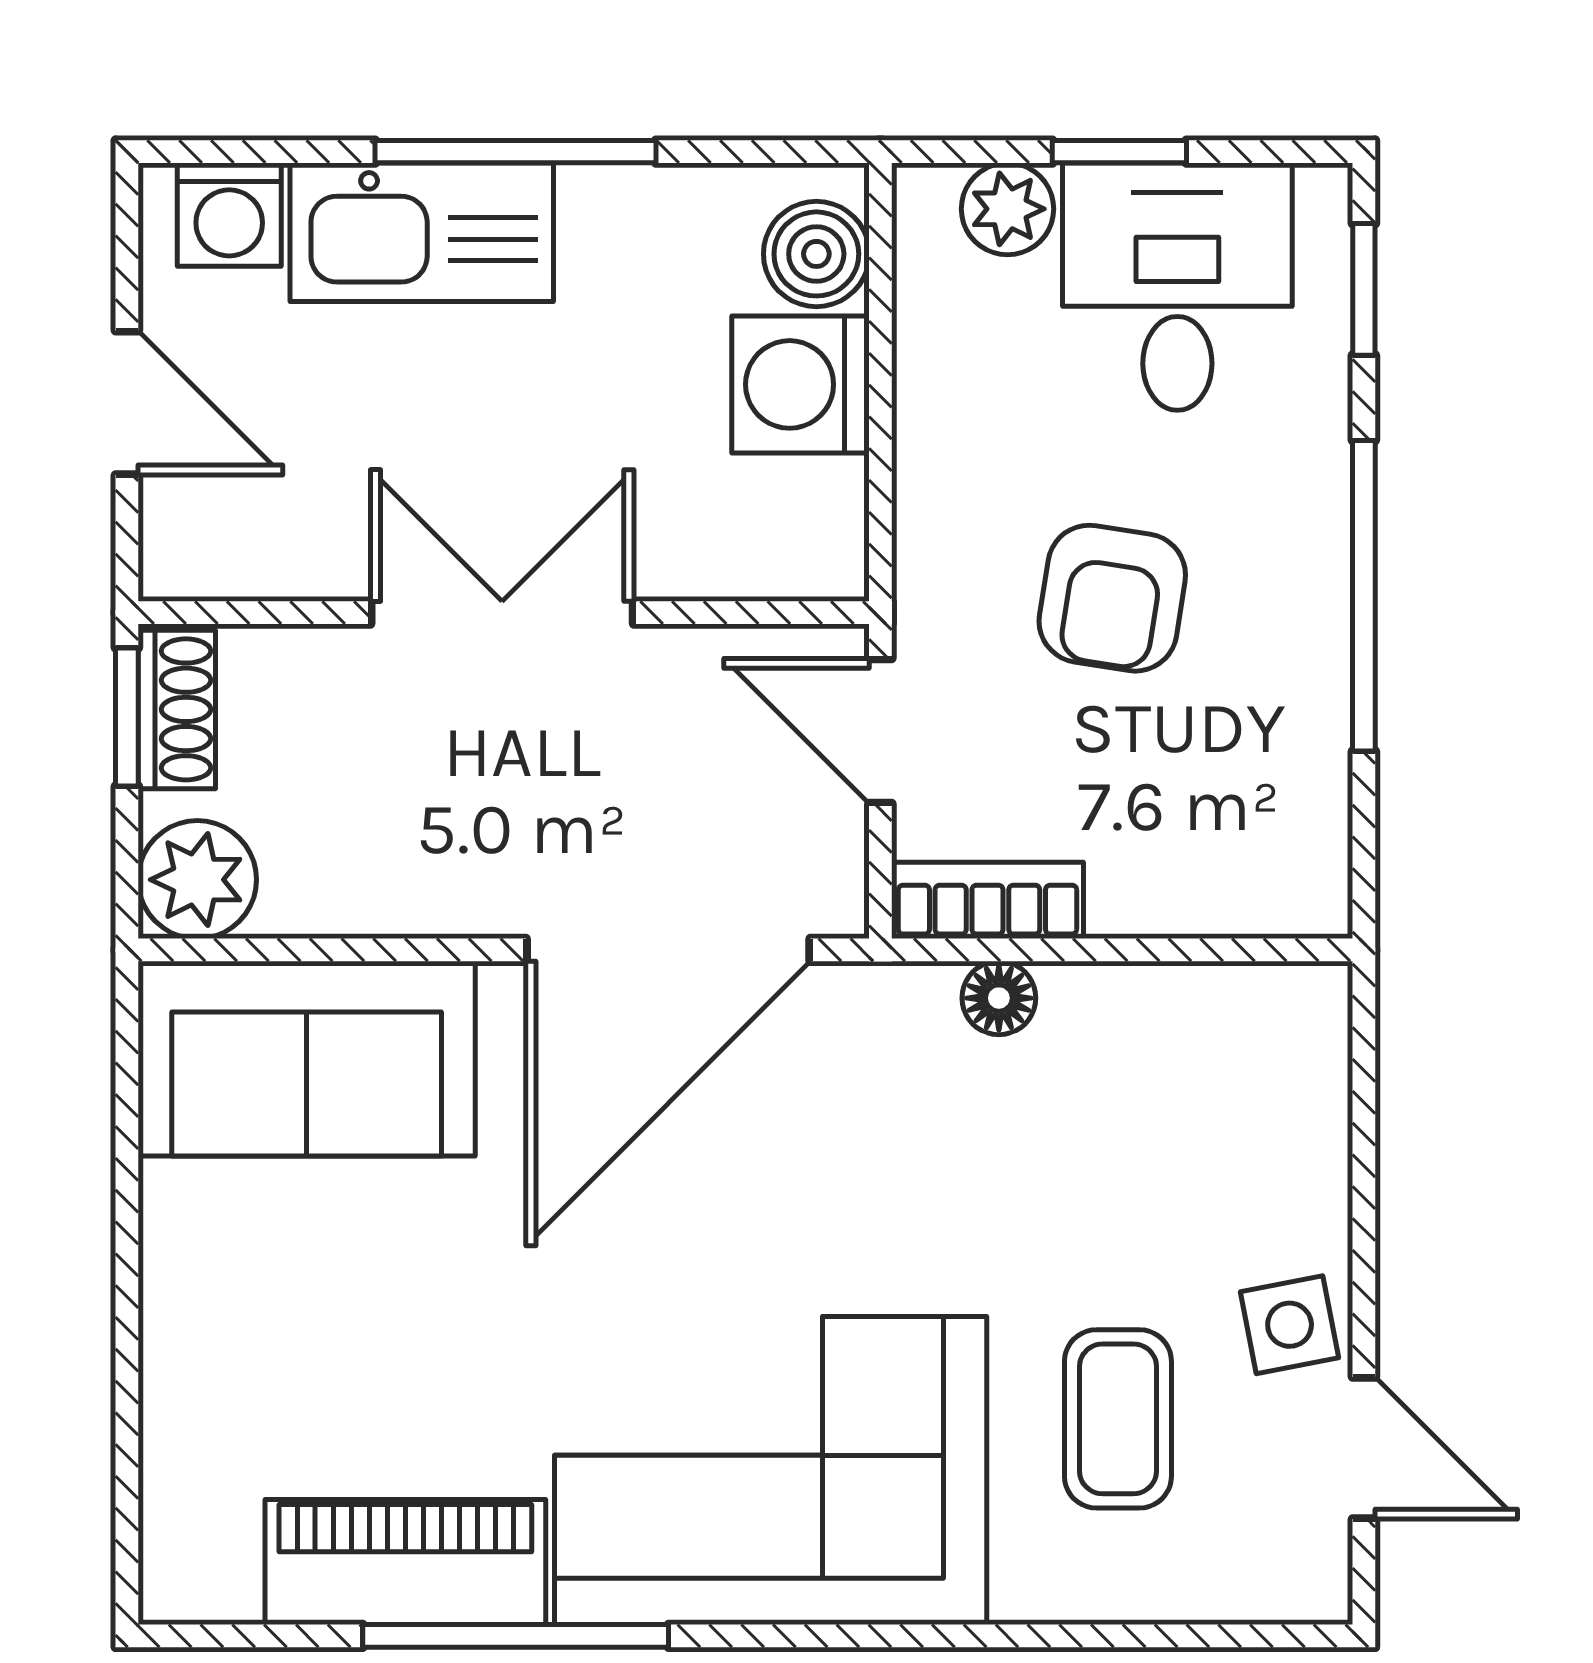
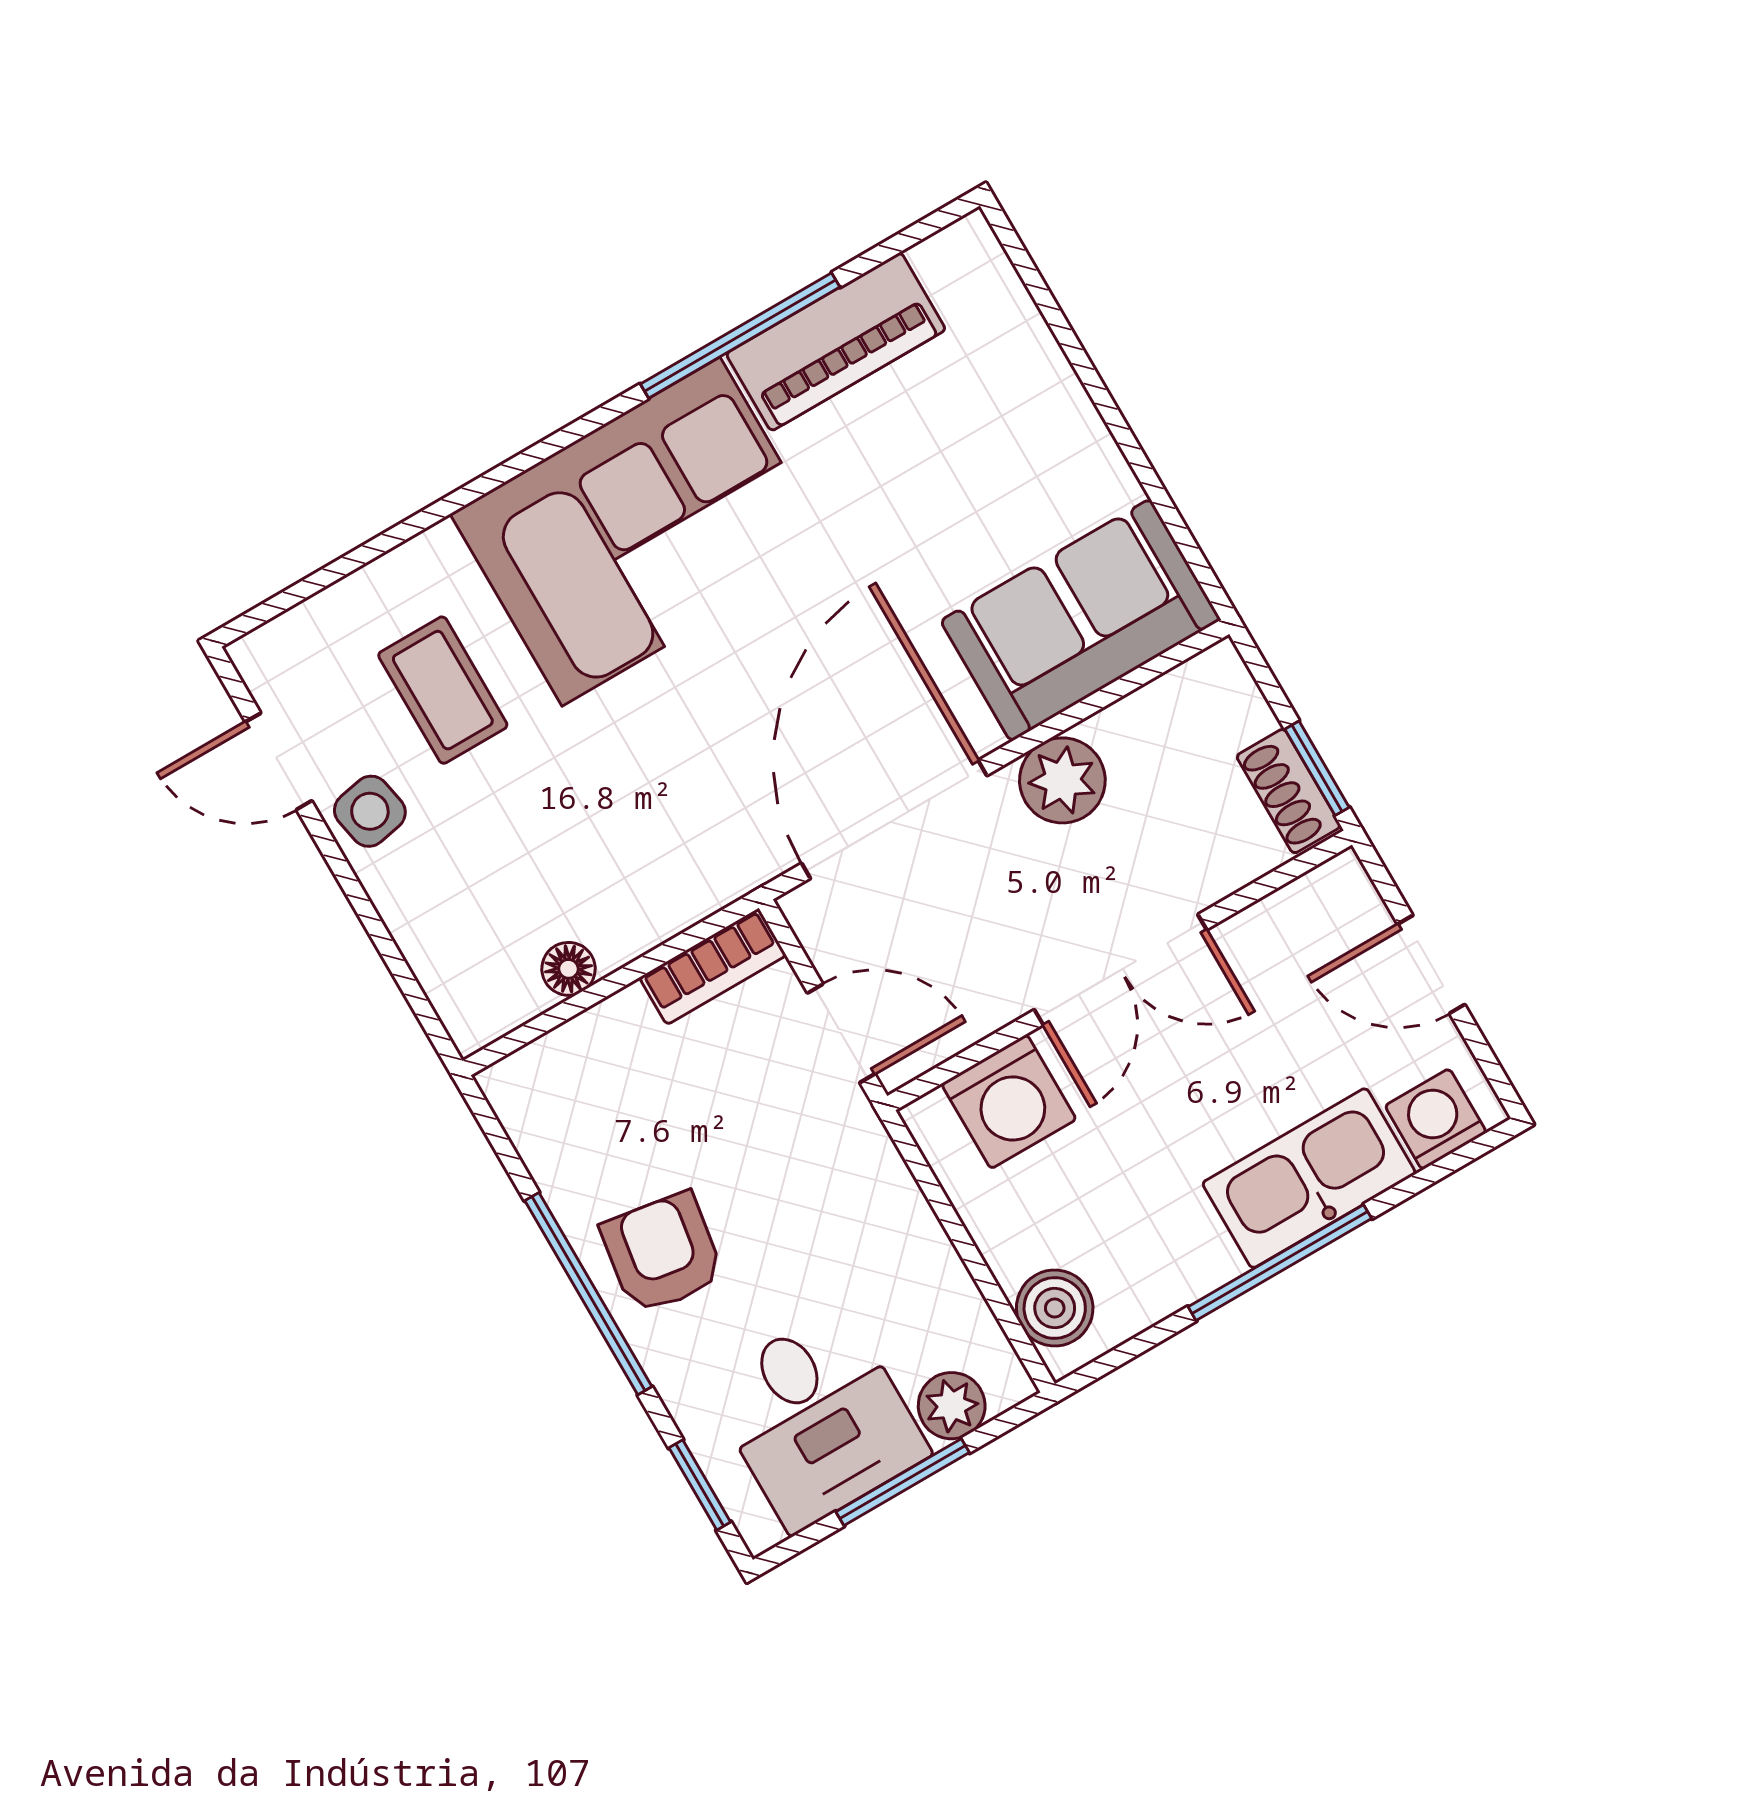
window: (1119, 152) -> (903, 1482), width x1.50
washing machine: (801, 384) -> (1009, 1102), moved, turned 90
armchair: (1112, 598) -> (662, 1253), moved
plant: (197, 880) -> (1062, 780), moved
floor lamp: (999, 998) -> (569, 969), moved

